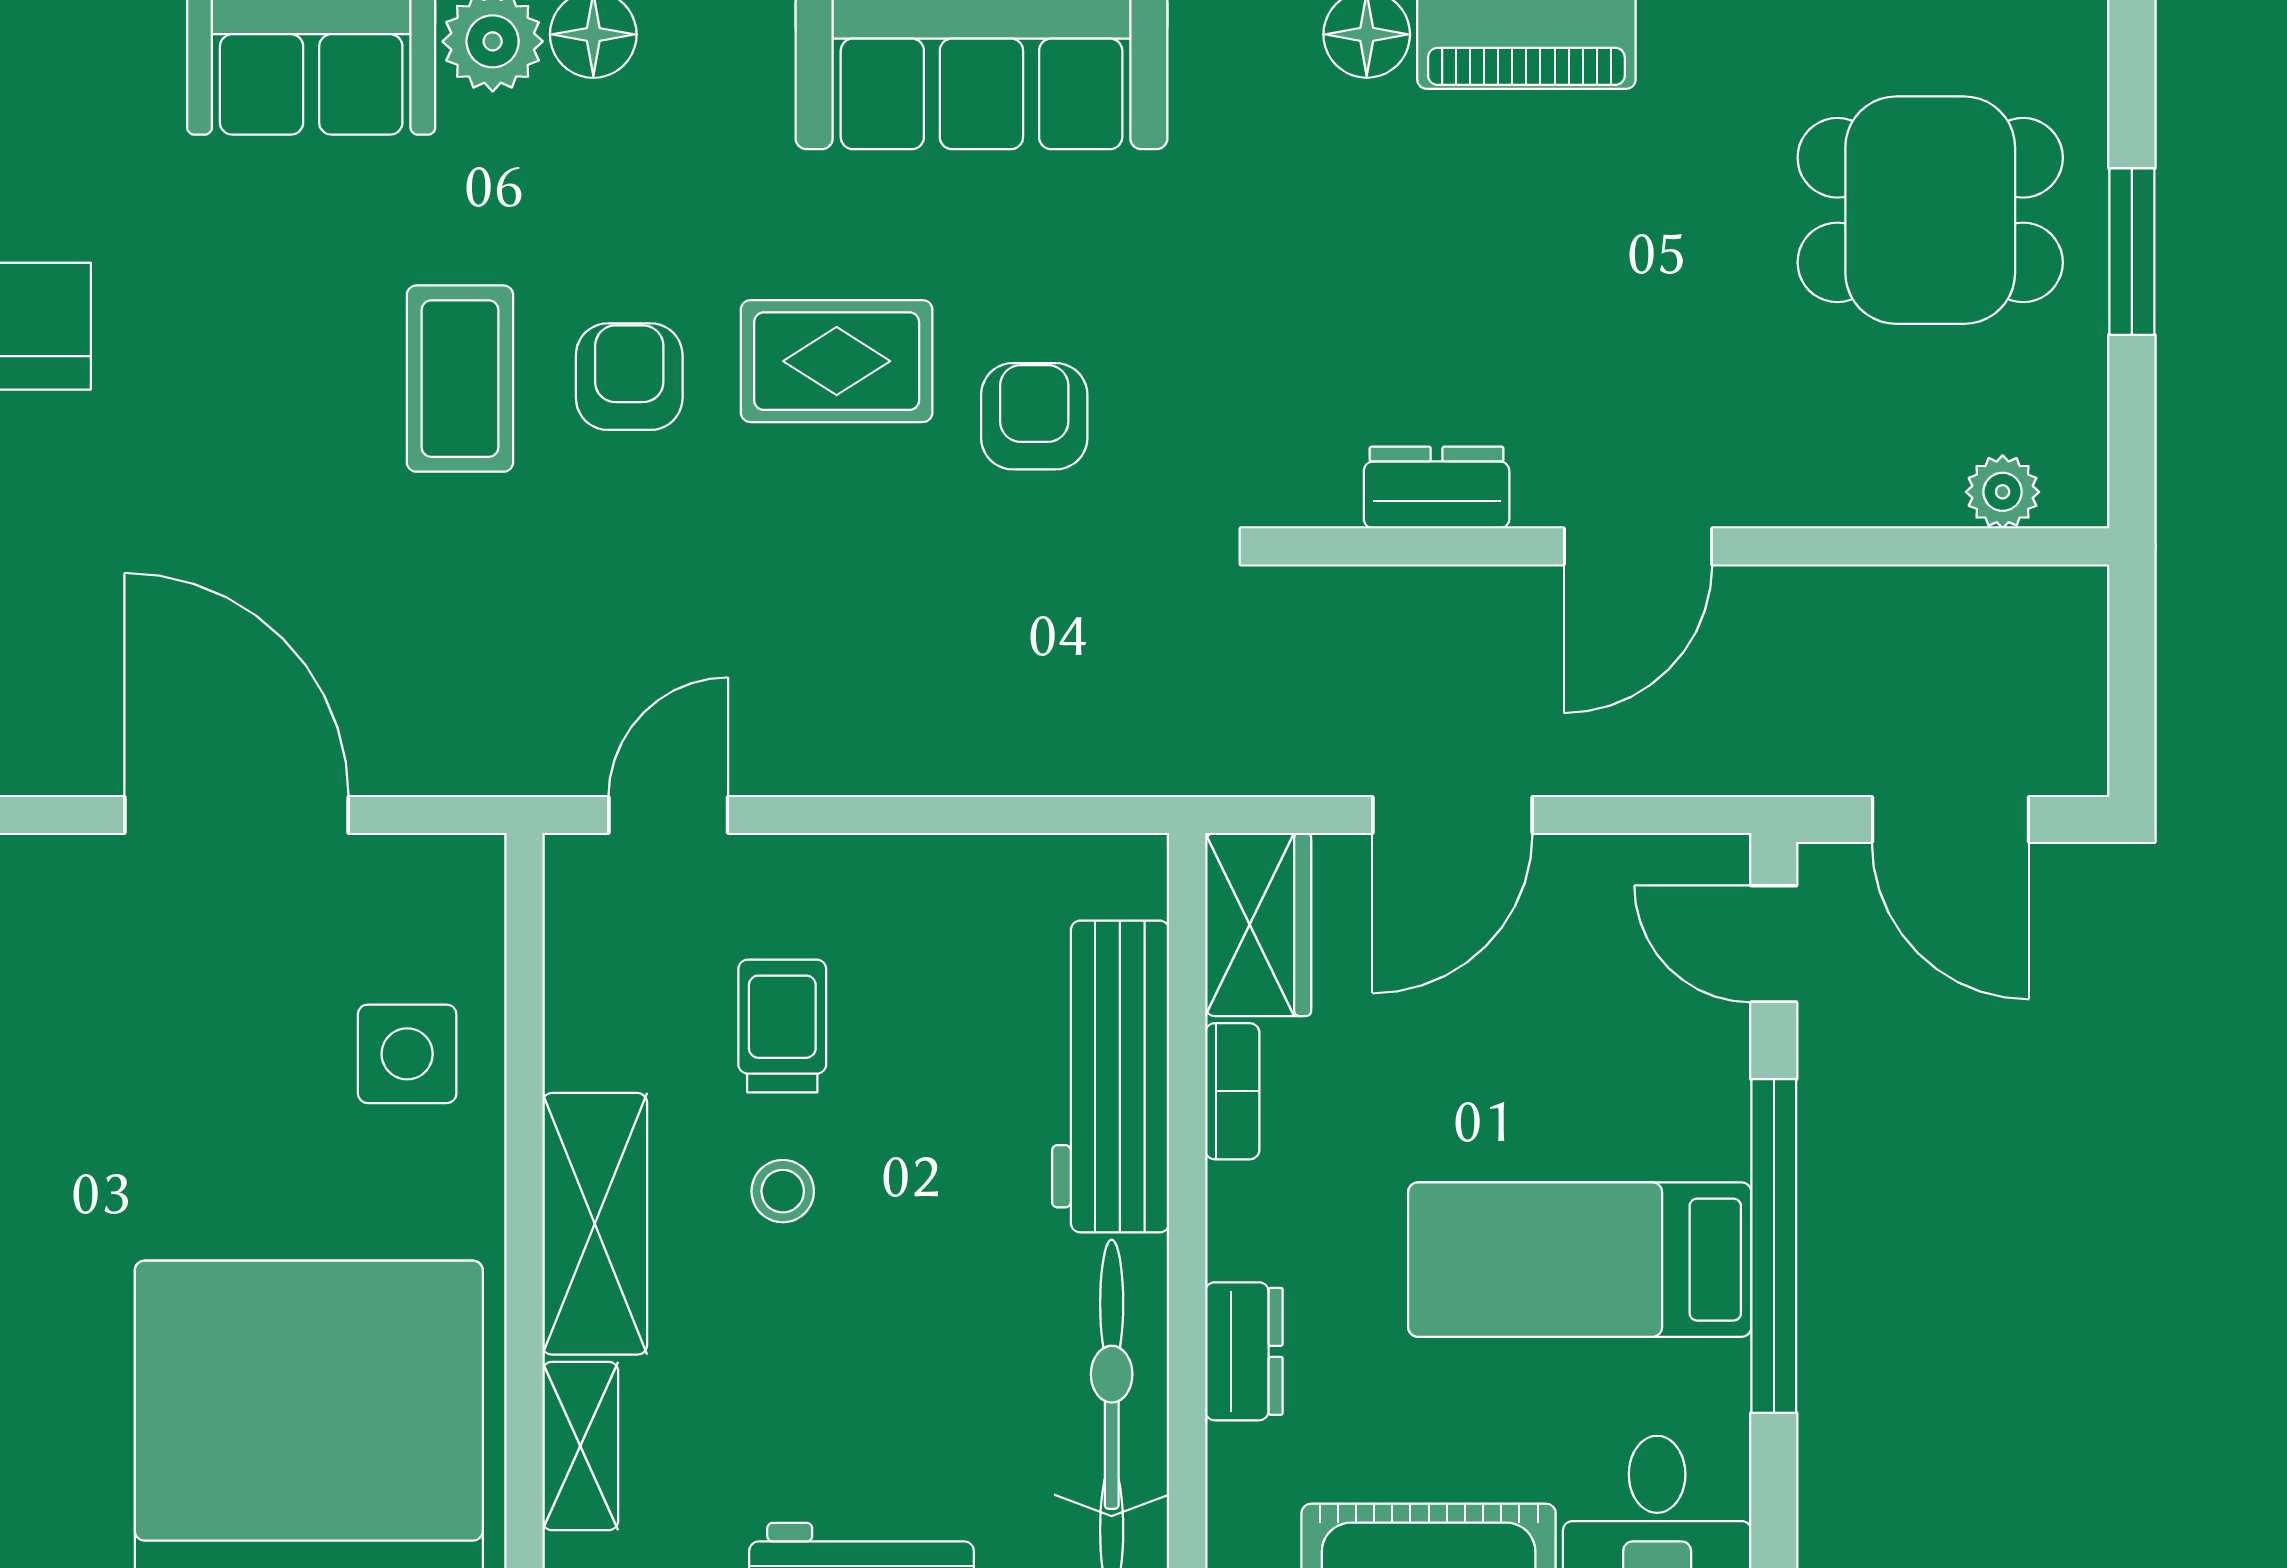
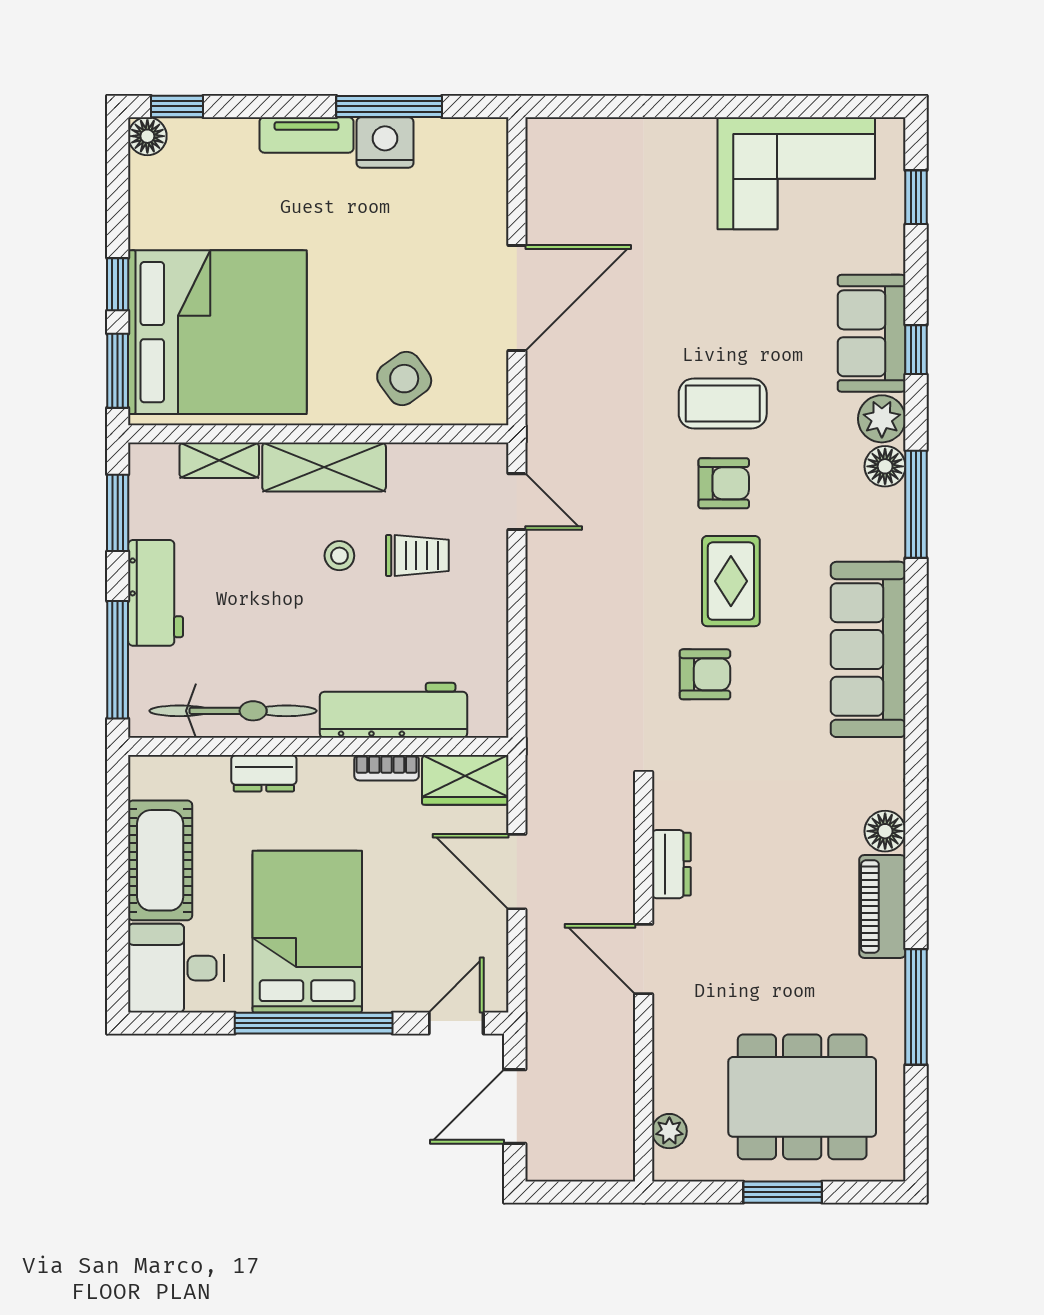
dining table: (1930, 210) -> (802, 1097), width x1.38
side table: (407, 1054) -> (404, 379), turned -36
bed: (1580, 1260) -> (307, 932), width x1.50

